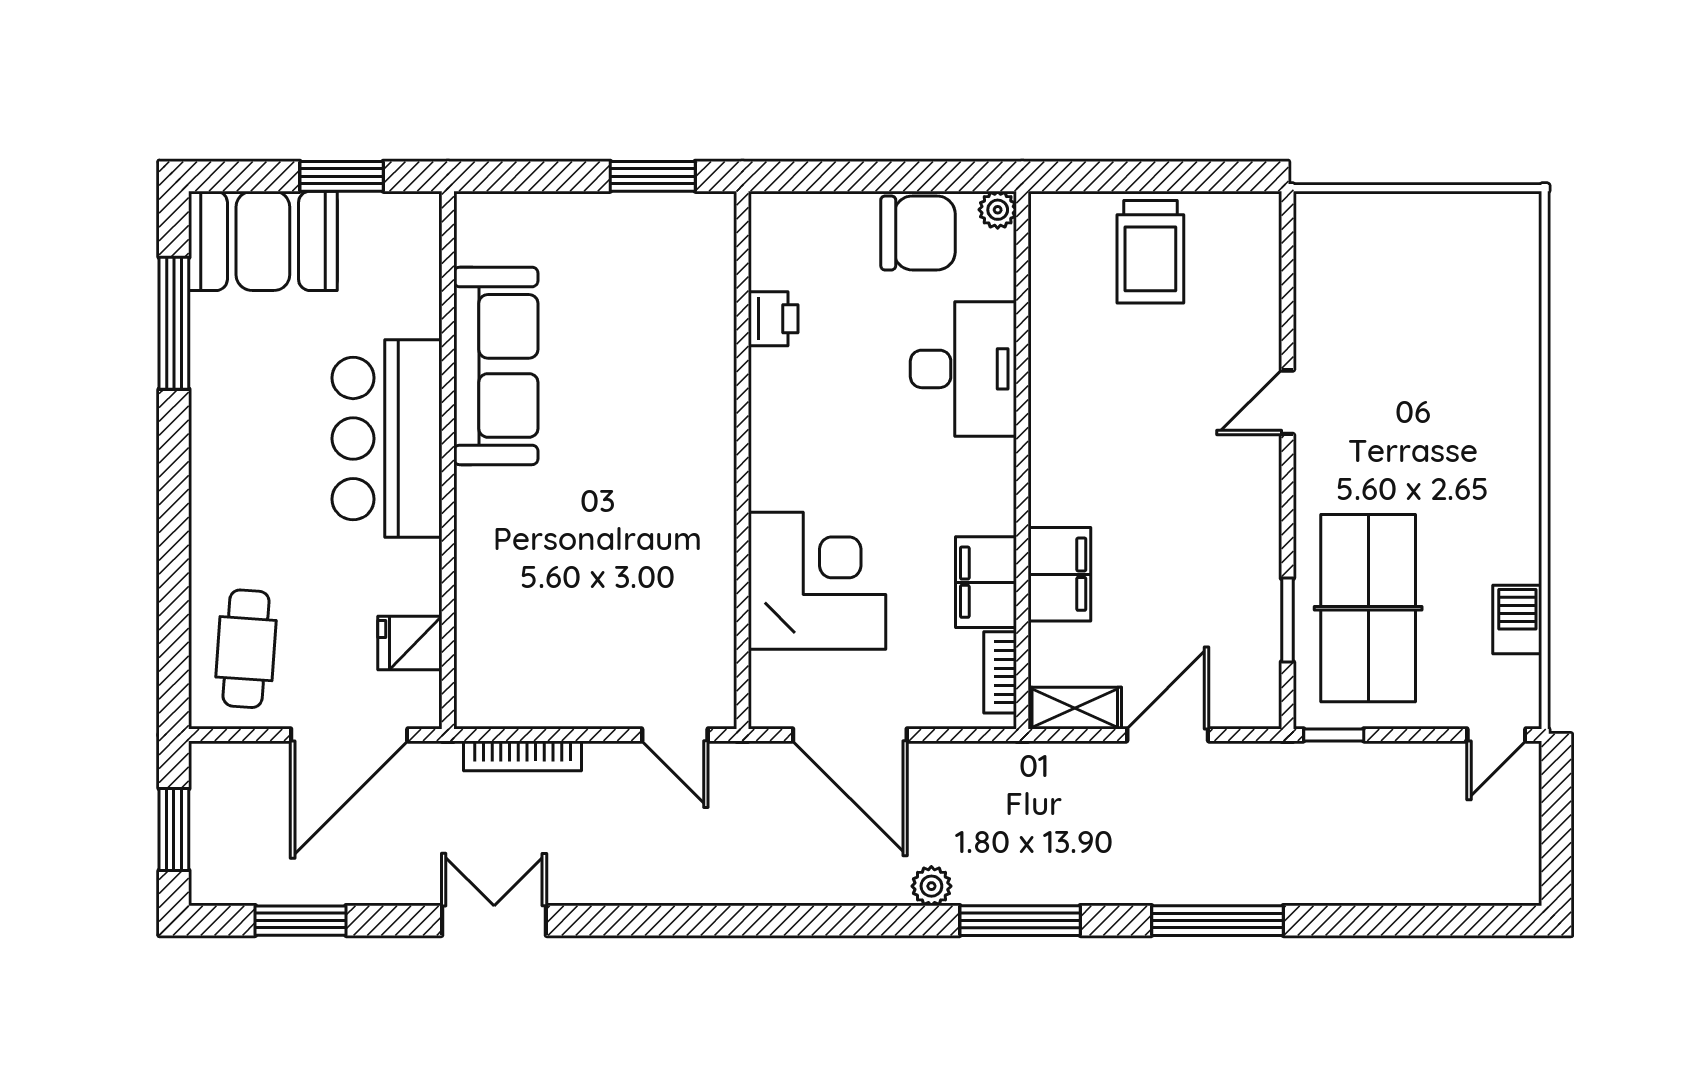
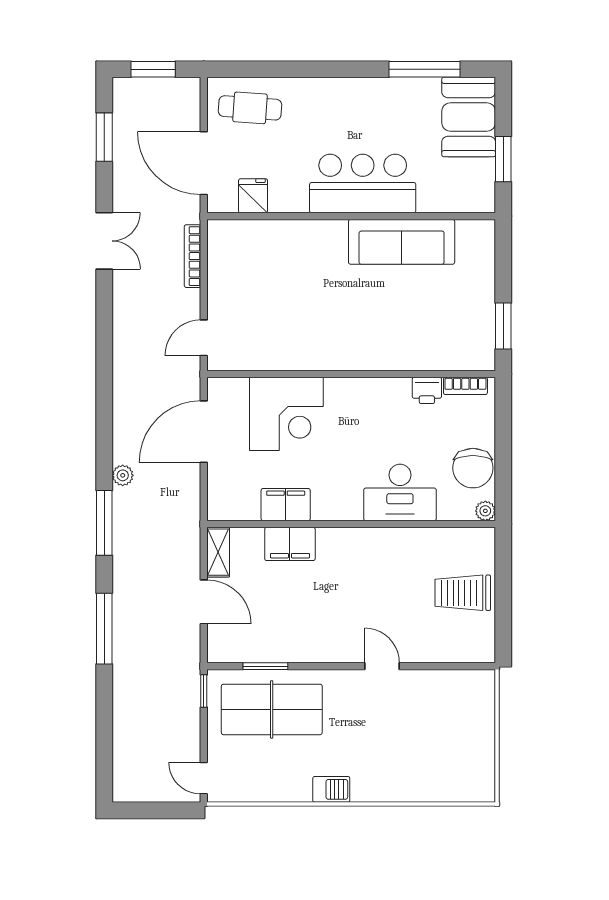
barbecue: (1517, 620) -> (331, 789), moved
bookcase: (1000, 672) -> (465, 386), moved, turned 180

